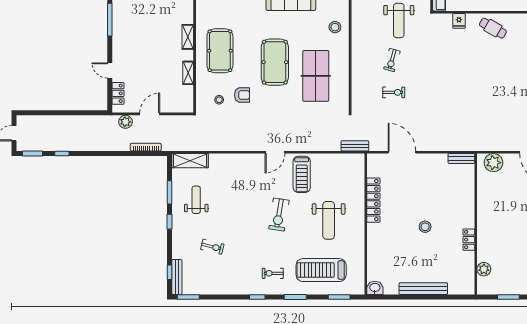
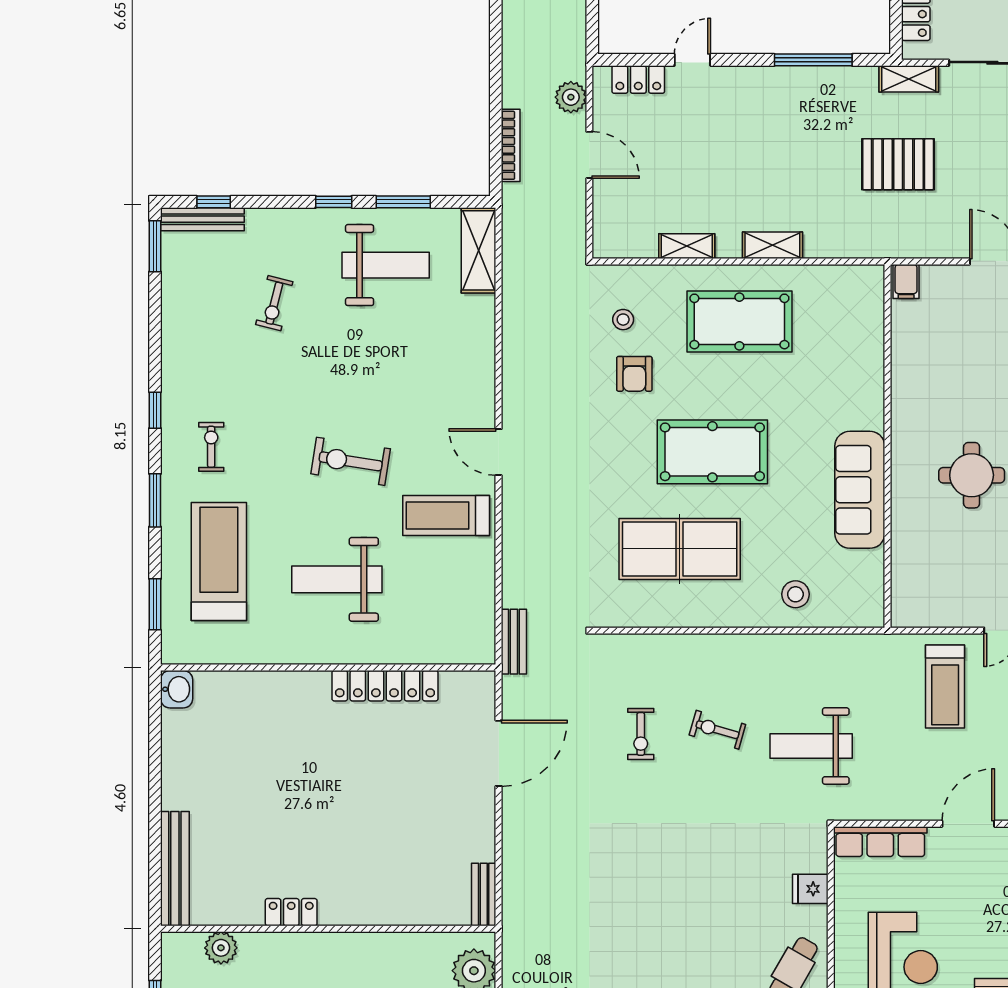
weight bench: (196, 200) -> (386, 265), width x1.36, depth x1.33
stool: (425, 227) -> (322, 808), removed
bench: (423, 289) -> (175, 869), moved

